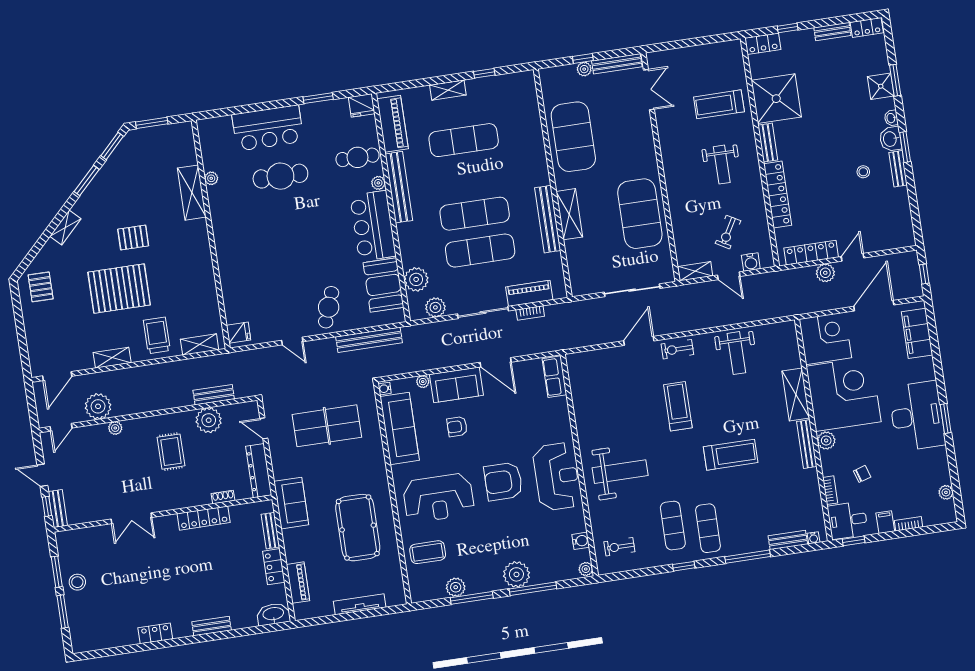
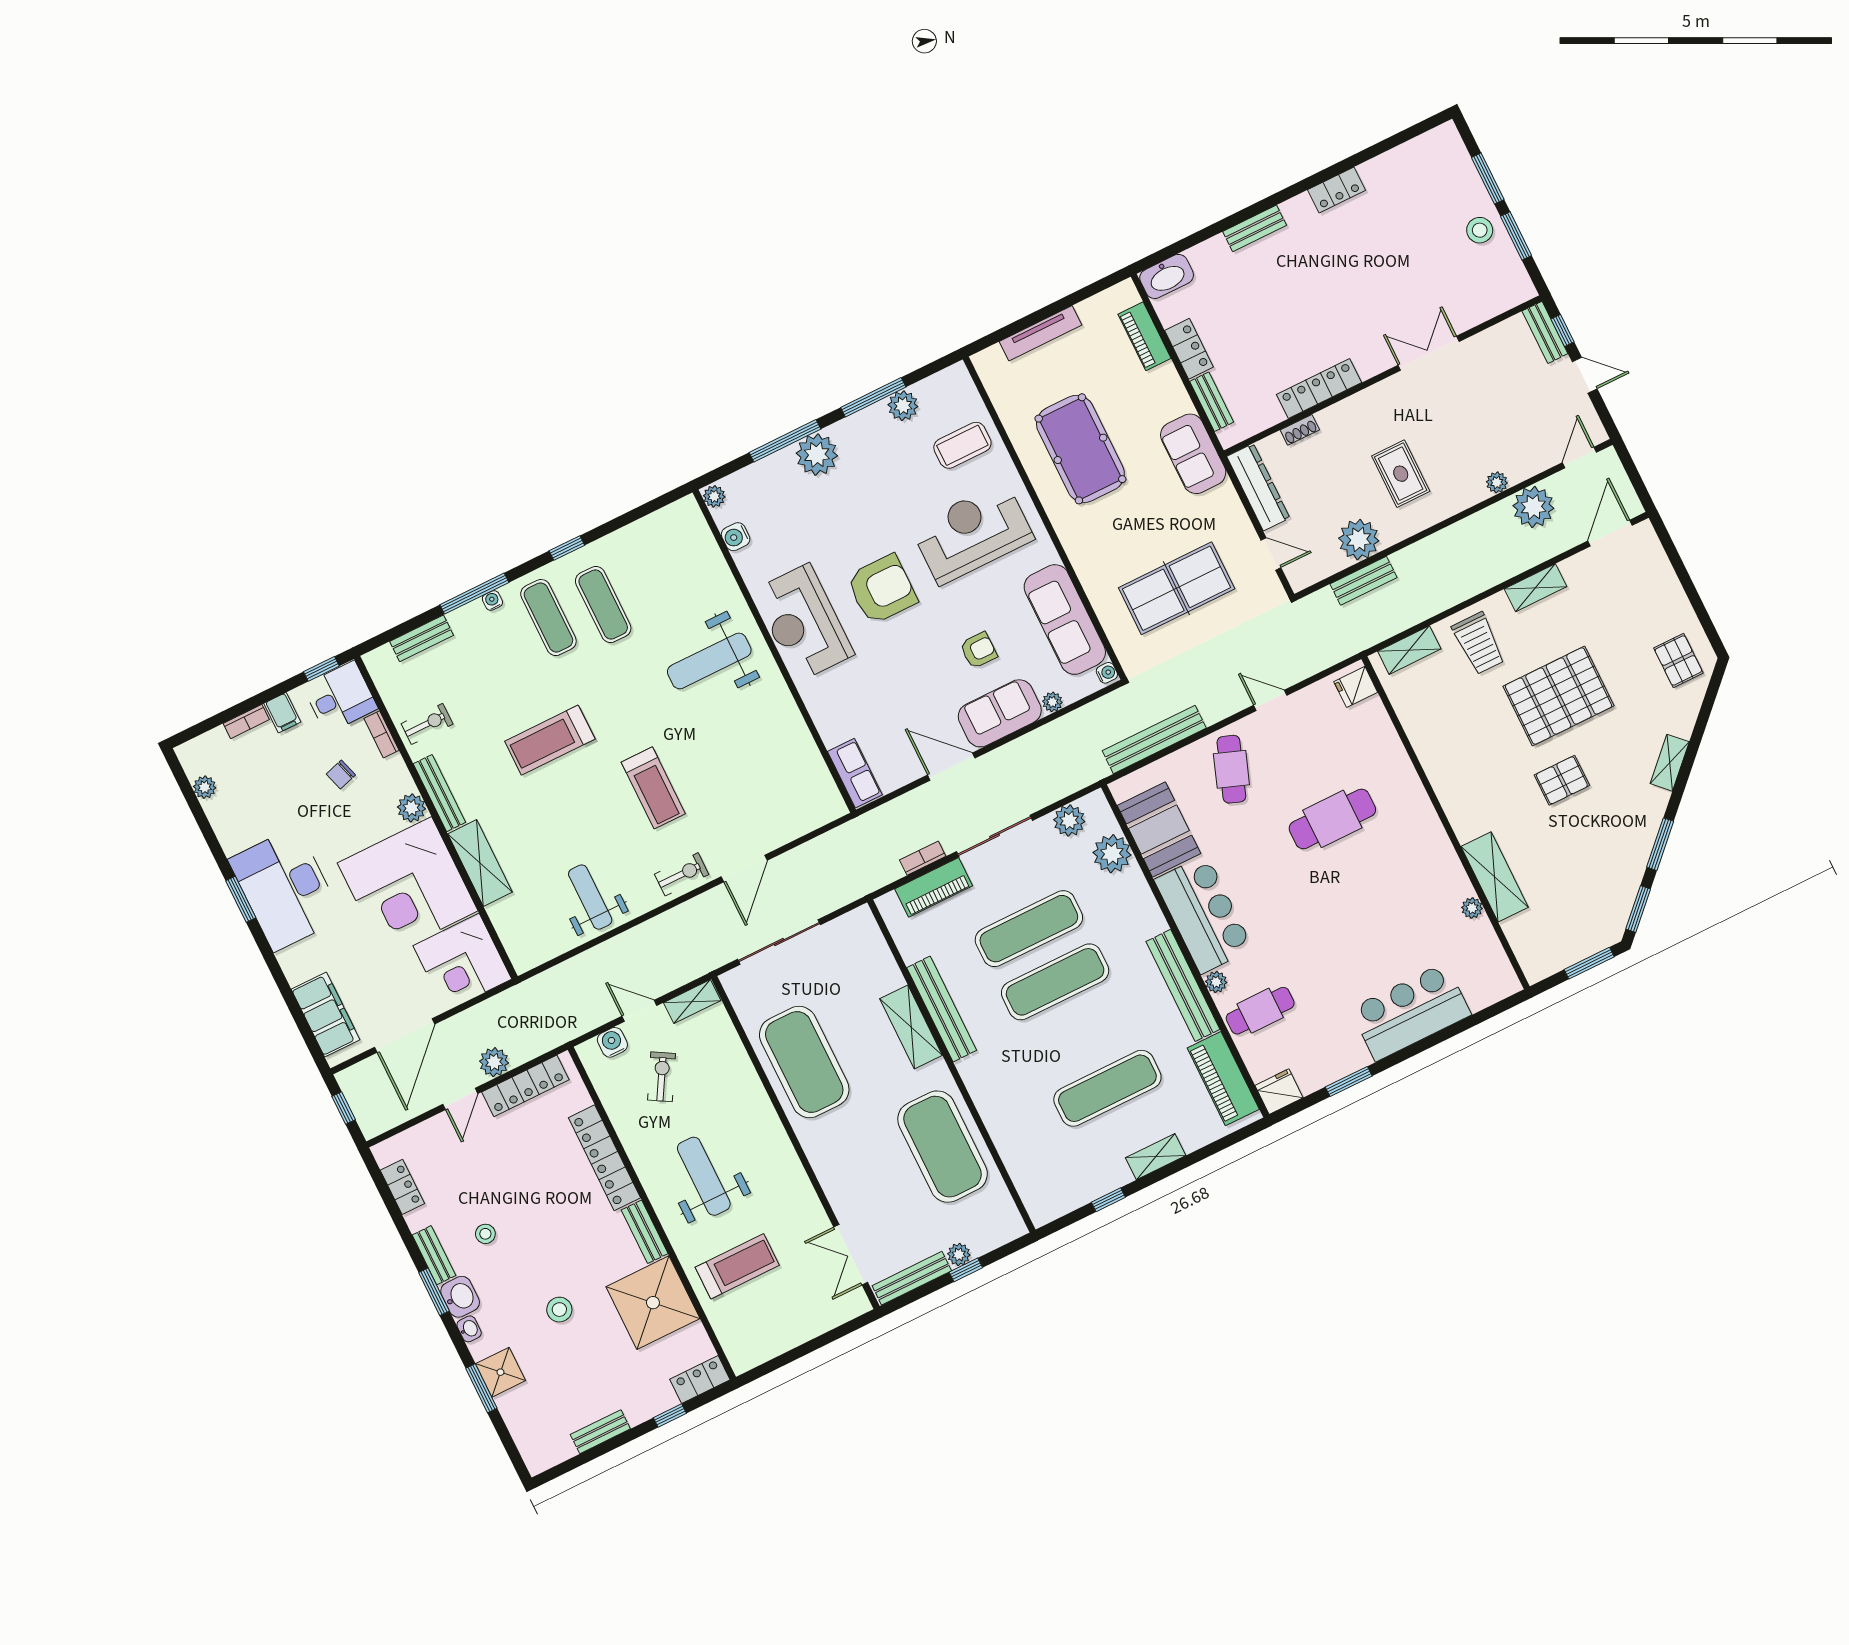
locker: (867, 27) -> (402, 1187), moved, turned 90
stool: (834, 112) -> (559, 1310), added
weight bench: (722, 165) -> (704, 1176), width x1.36, depth x1.33
cafe table: (280, 176) -> (1332, 819), moved
water cooler: (813, 538) -> (492, 600), moved
exercise bike: (619, 547) -> (427, 724), moved

